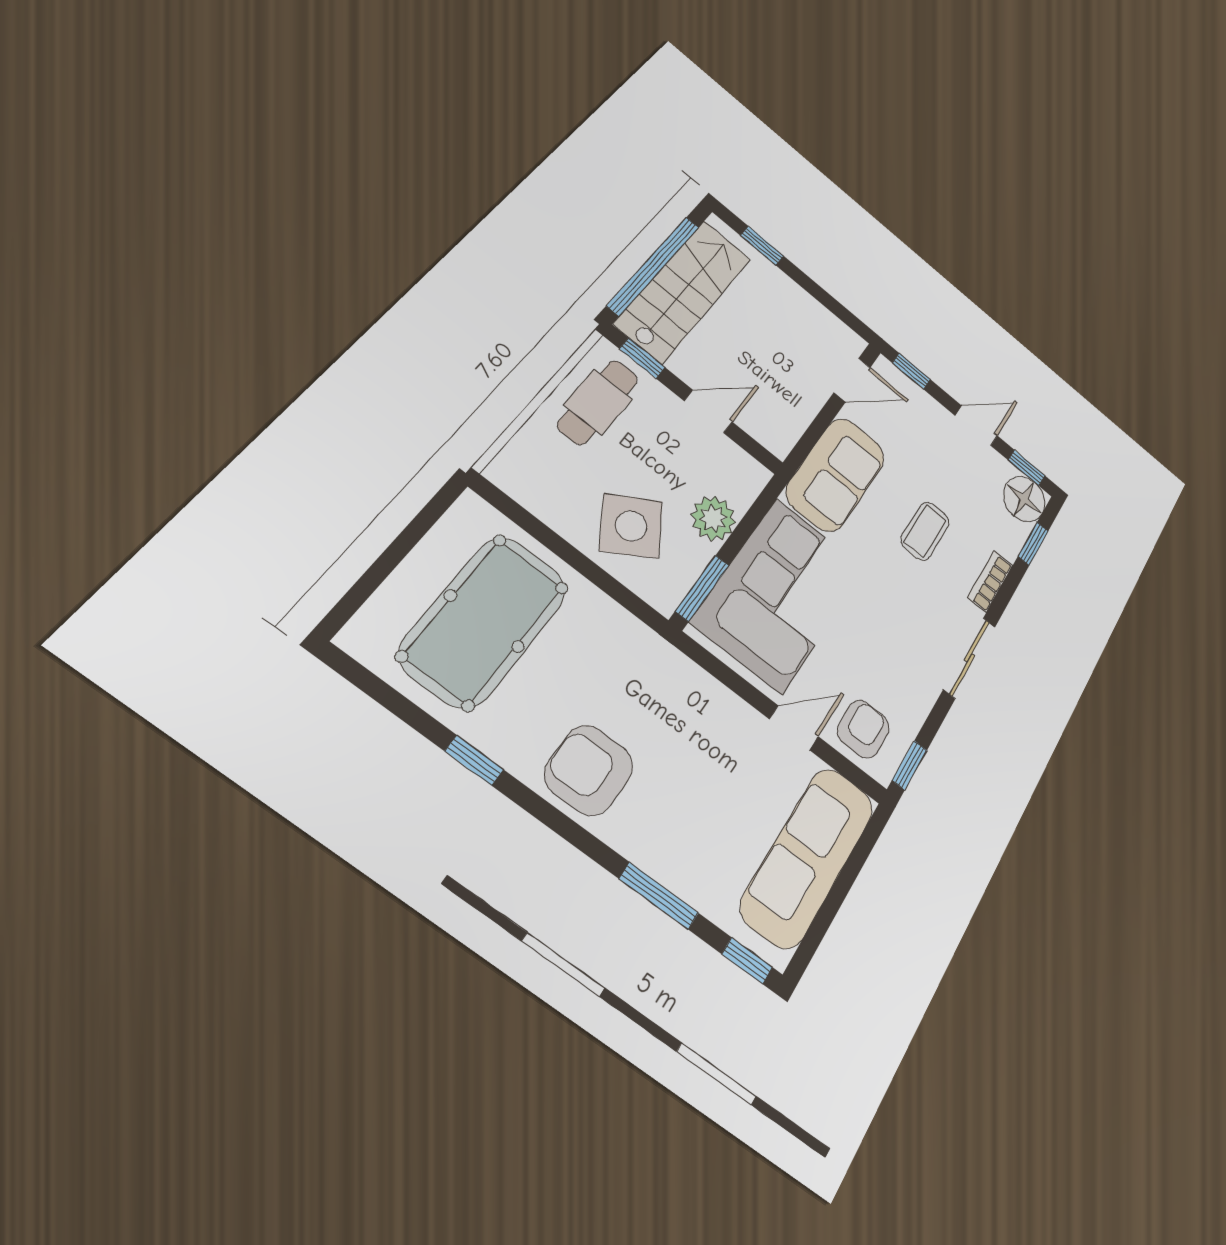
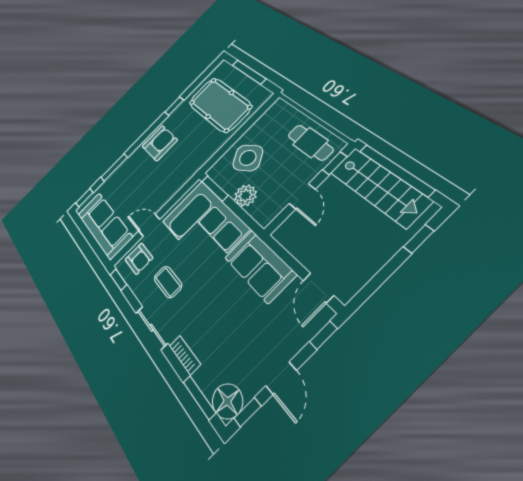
coffee table: (925, 531) -> (168, 282), moved
window: (1033, 544) -> (199, 397), width x1.50
window: (390, 559) -> (249, 72), added
door: (794, 728) -> (149, 225), swing flipped

